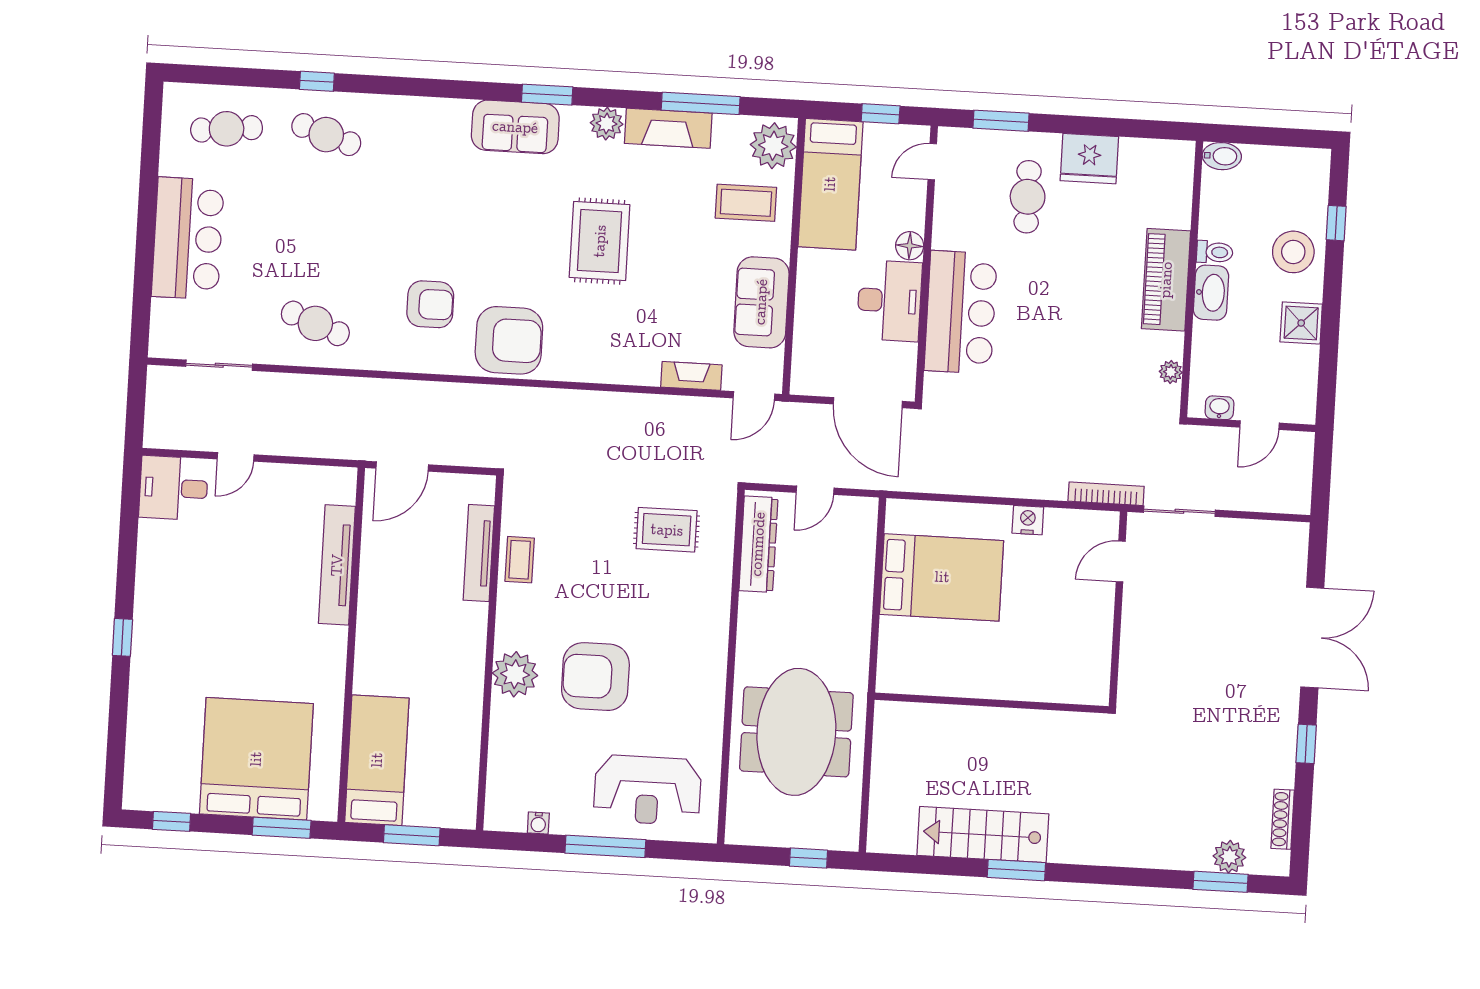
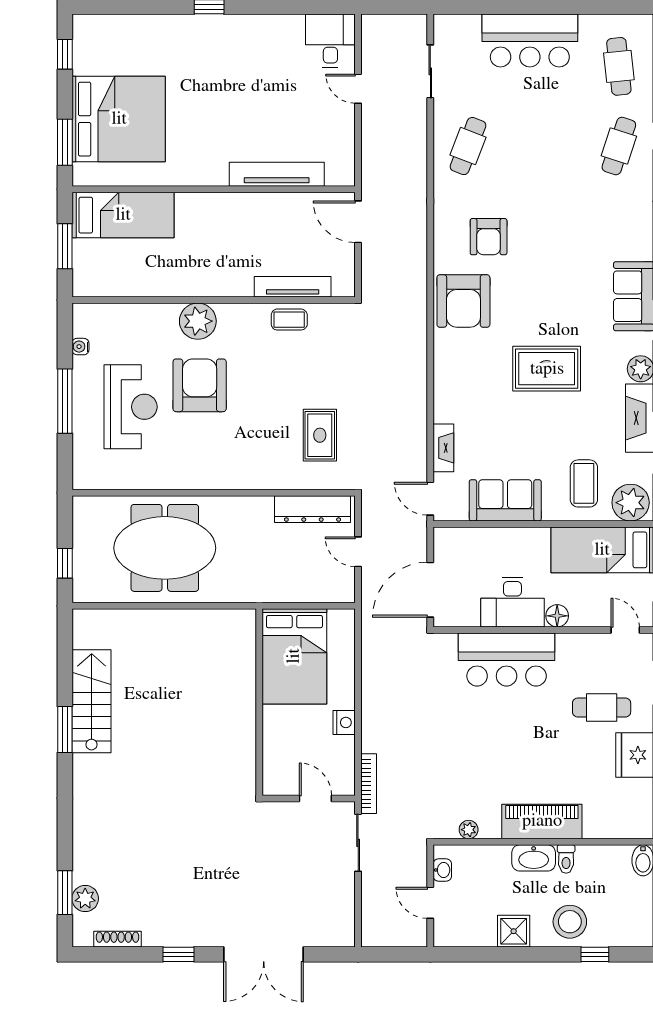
wall: (992, 703) -> (259, 702), moved
reception desk: (647, 790) -> (131, 407), moved, turned 180

